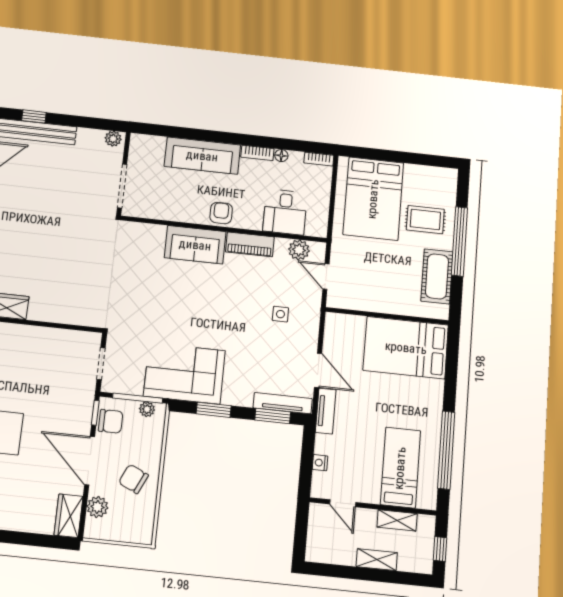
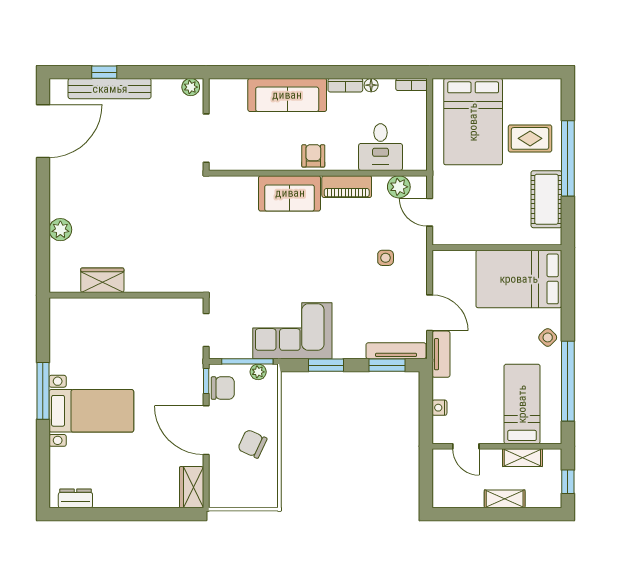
side table: (430, 406) -> (548, 337), added
plant: (97, 507) -> (219, 476), removed

